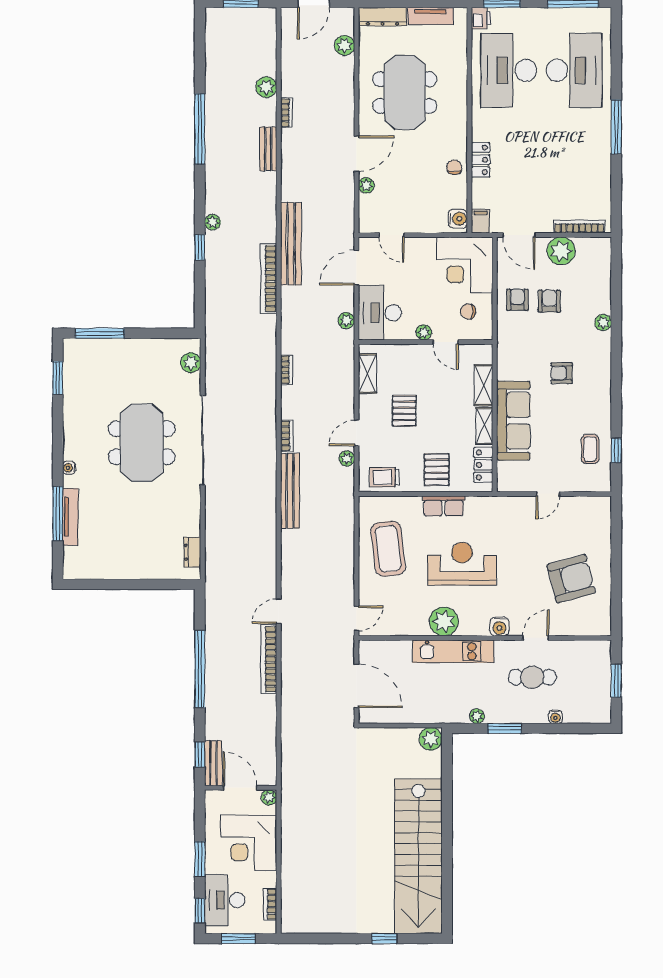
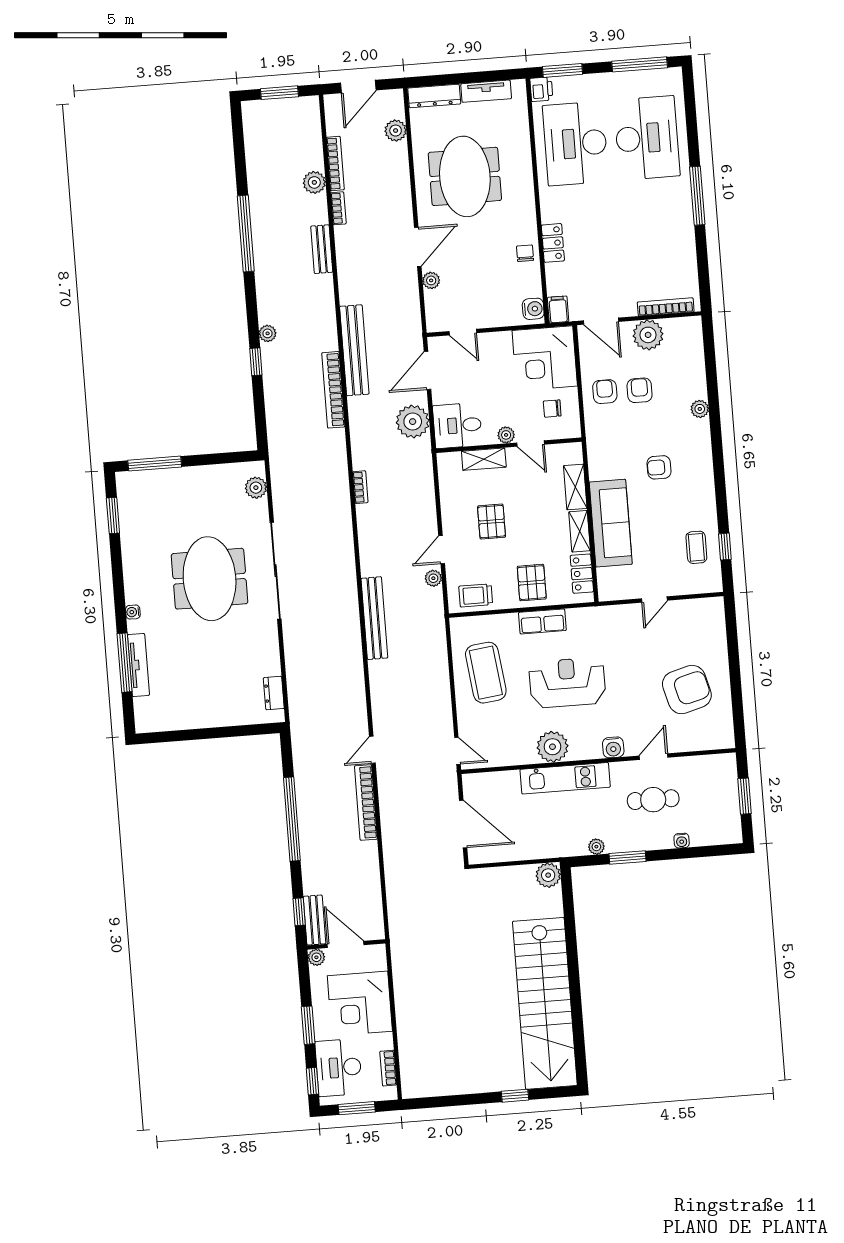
desk: (380, 313) -> (457, 425), width x0.73
plant: (346, 321) -> (413, 422), width x1.88, depth x1.88
shelving: (367, 373) -> (484, 459), moved, turned 90
bookcase: (287, 436) -> (335, 164), moved, width x1.56
door: (356, 618) -> (457, 751), hinge flipped
plant: (269, 797) -> (316, 957), moved

